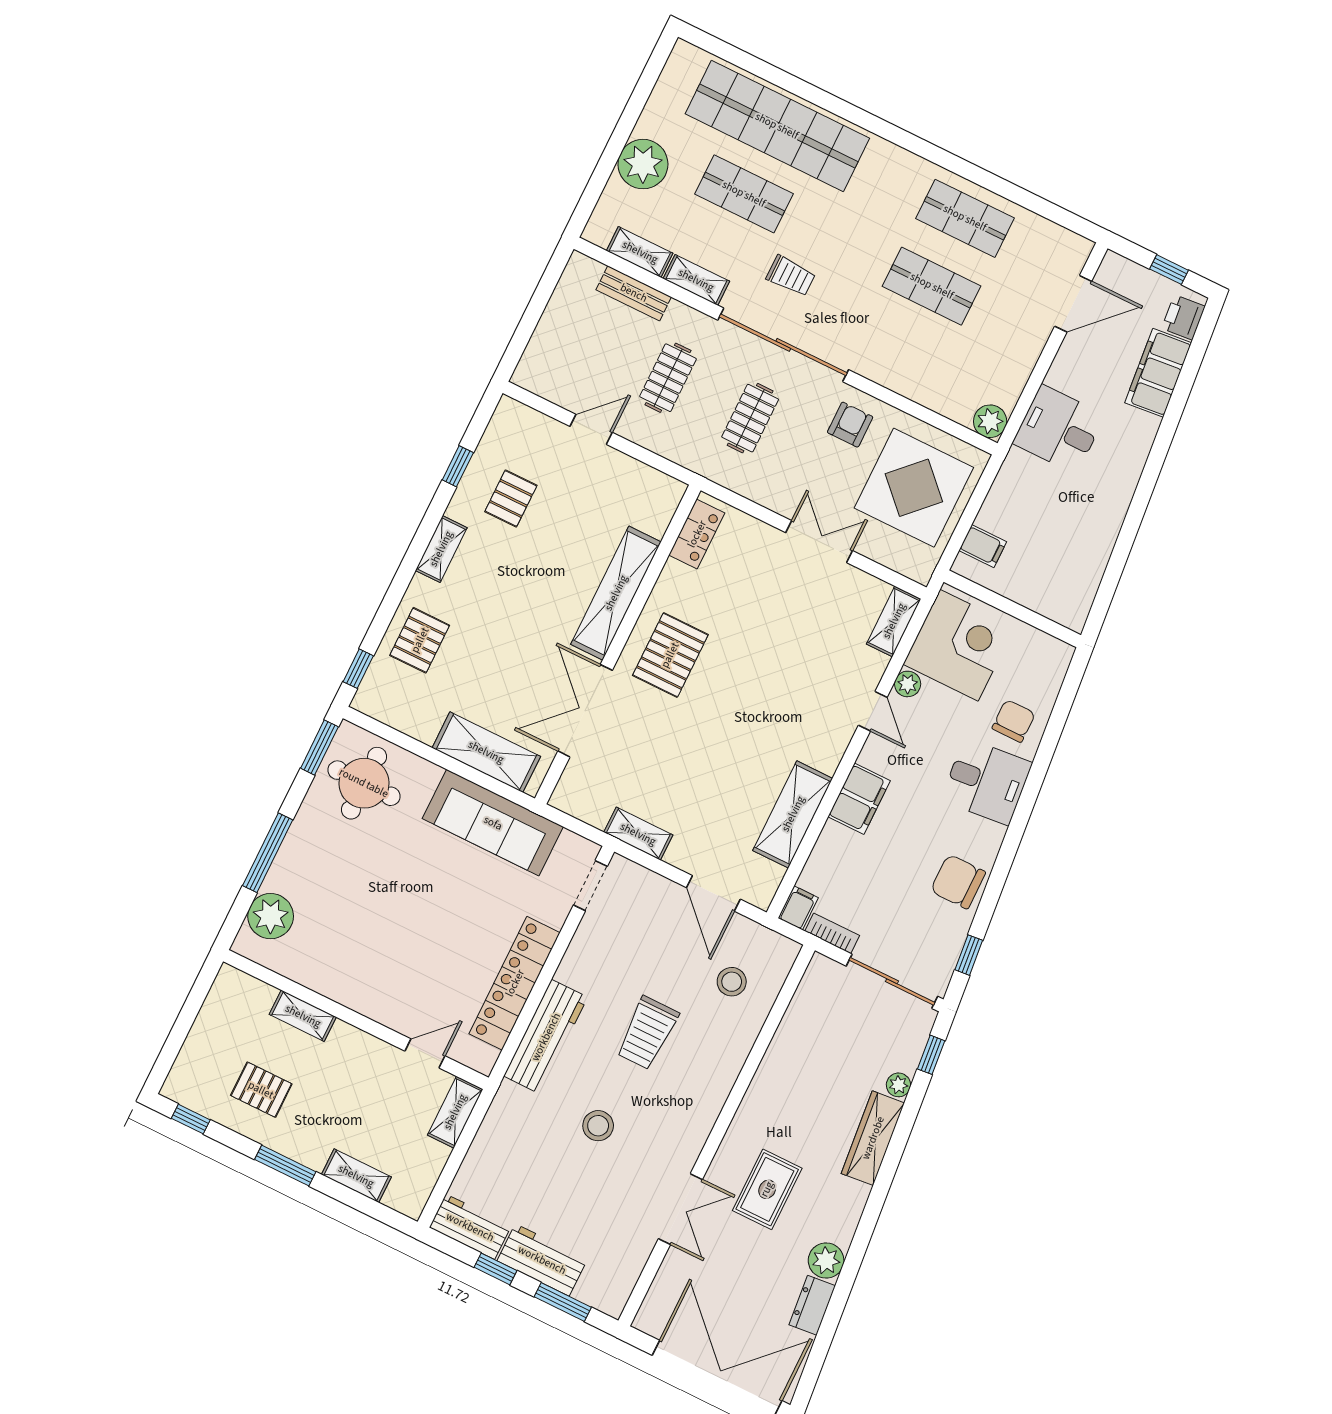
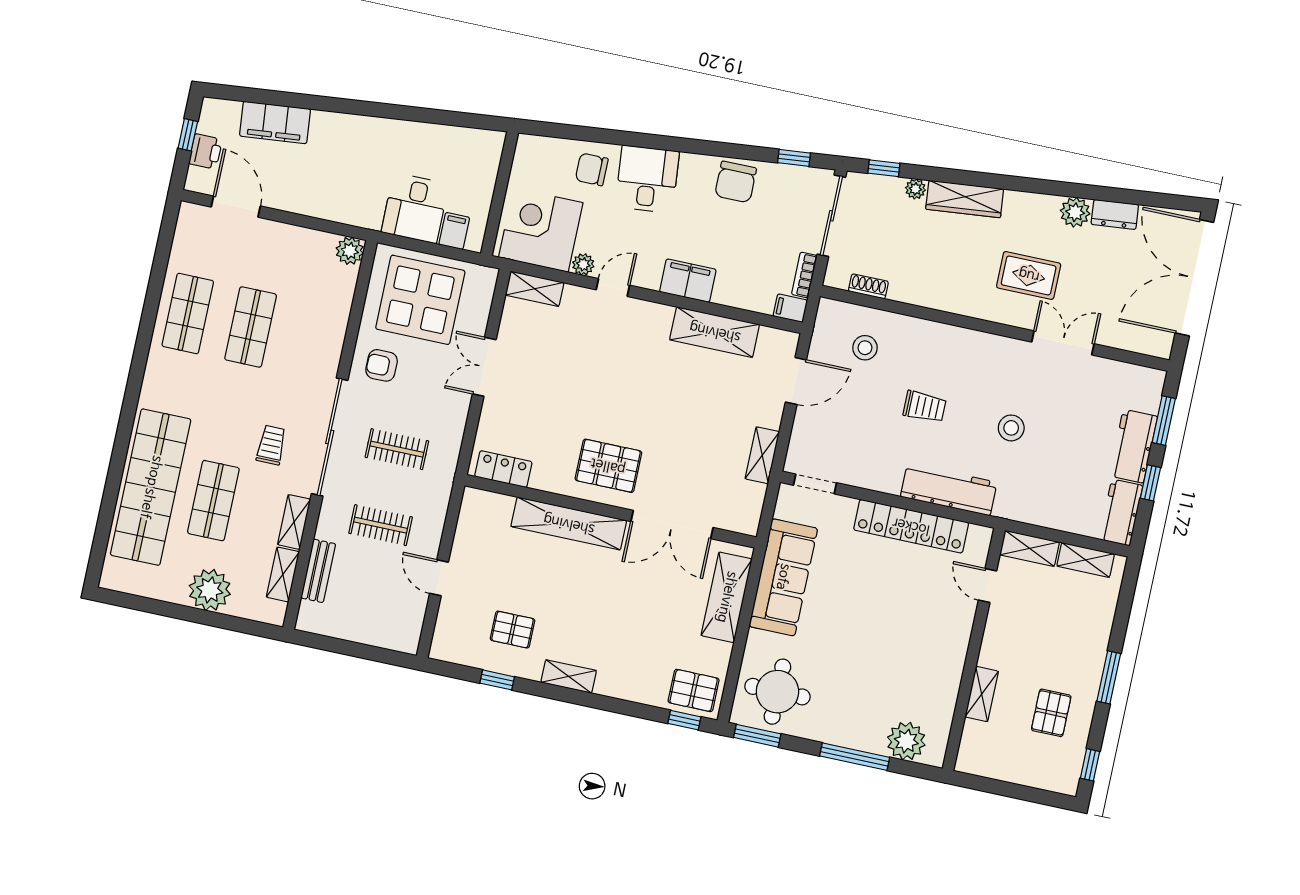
printer: (1183, 317) -> (206, 151), moved, turned -84
desk: (1059, 429) -> (415, 208), moved
pallet: (420, 640) -> (694, 690), moved
shoe rack: (801, 1003) -> (868, 286), added
trolley: (647, 1033) -> (925, 407), width x0.73, depth x0.72
shelving: (356, 1176) -> (1086, 560), moved, turned 90

